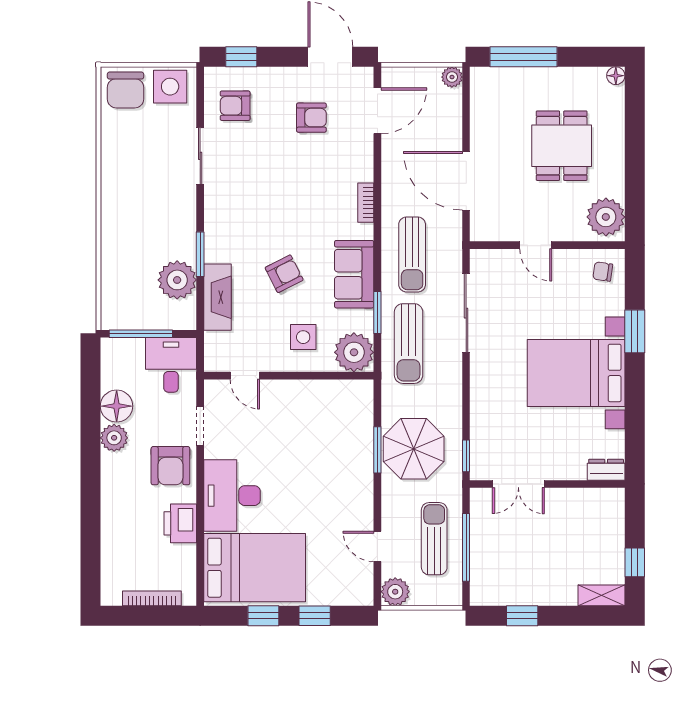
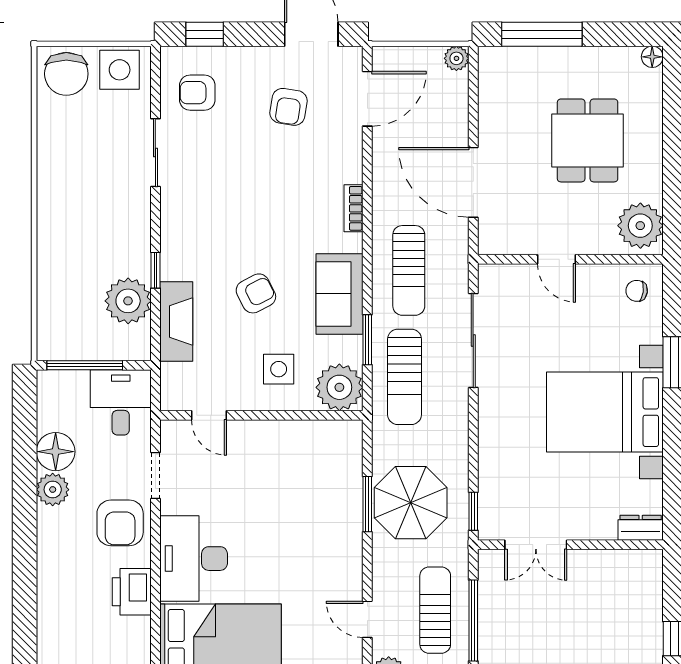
armchair: (311, 118) -> (288, 107), turned 99
window: (200, 254) -> (155, 270), width x0.67

